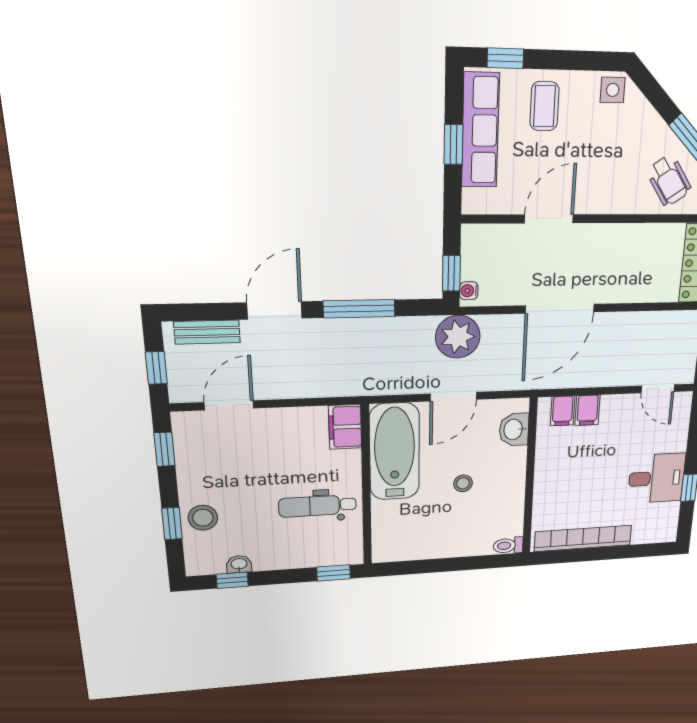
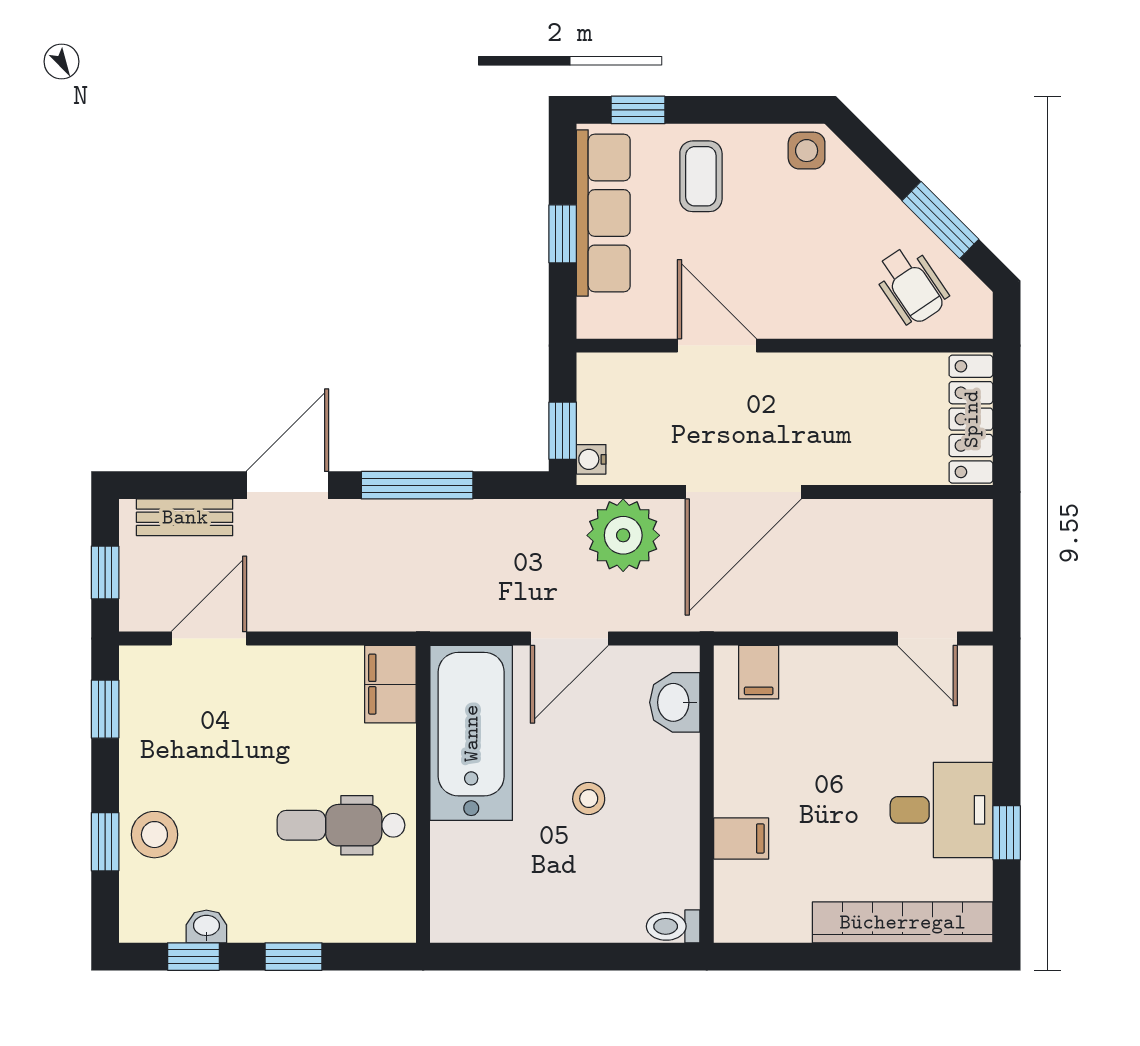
door: (549, 219) -> (717, 346), hinge flipped
plant: (458, 337) -> (623, 535), moved
filing cabinet: (587, 410) -> (741, 839), moved, turned -90
bookcase: (583, 538) -> (903, 922), moved
window: (334, 573) -> (293, 957), moved

